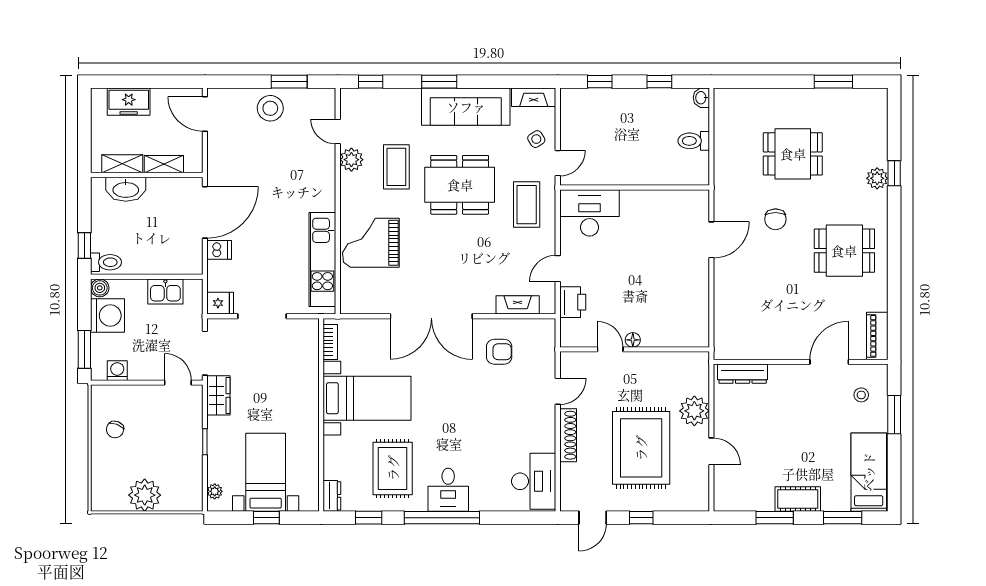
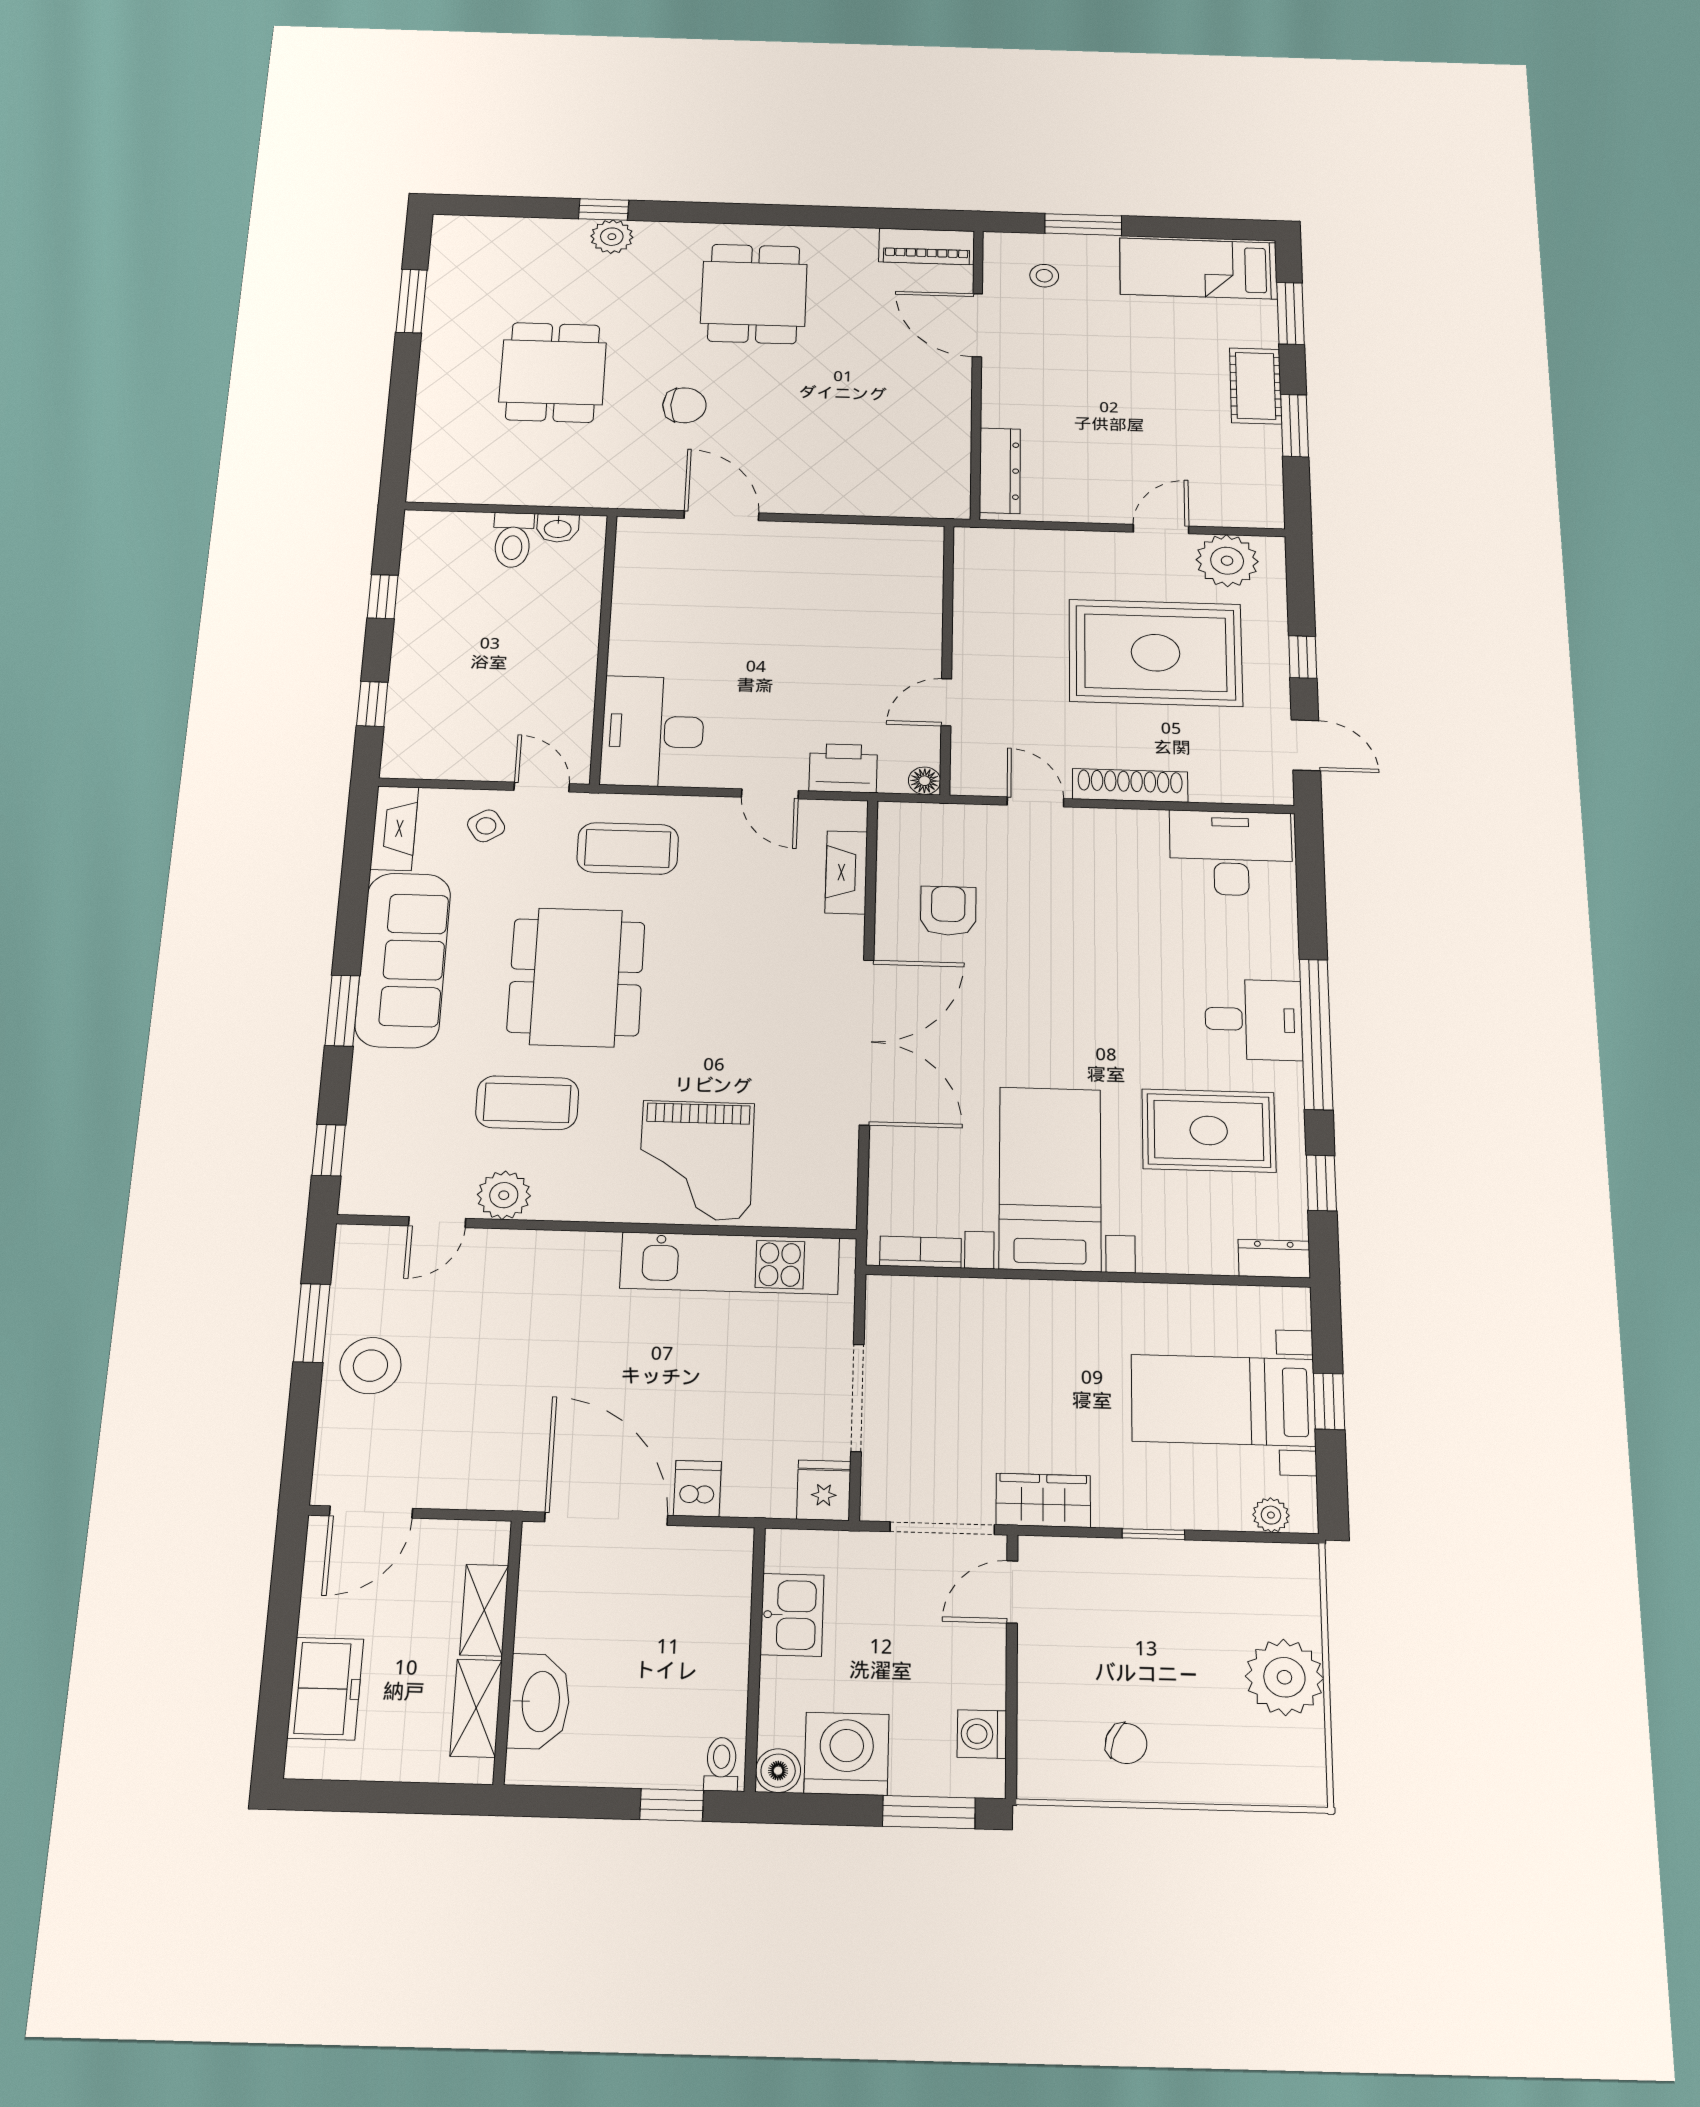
washbasin: (701, 98) -> (558, 528), moved
toilet: (106, 262) -> (721, 1764), width x0.73, depth x0.72
floor lamp: (633, 340) -> (925, 781), moved
plant: (694, 411) -> (1227, 561), moved

